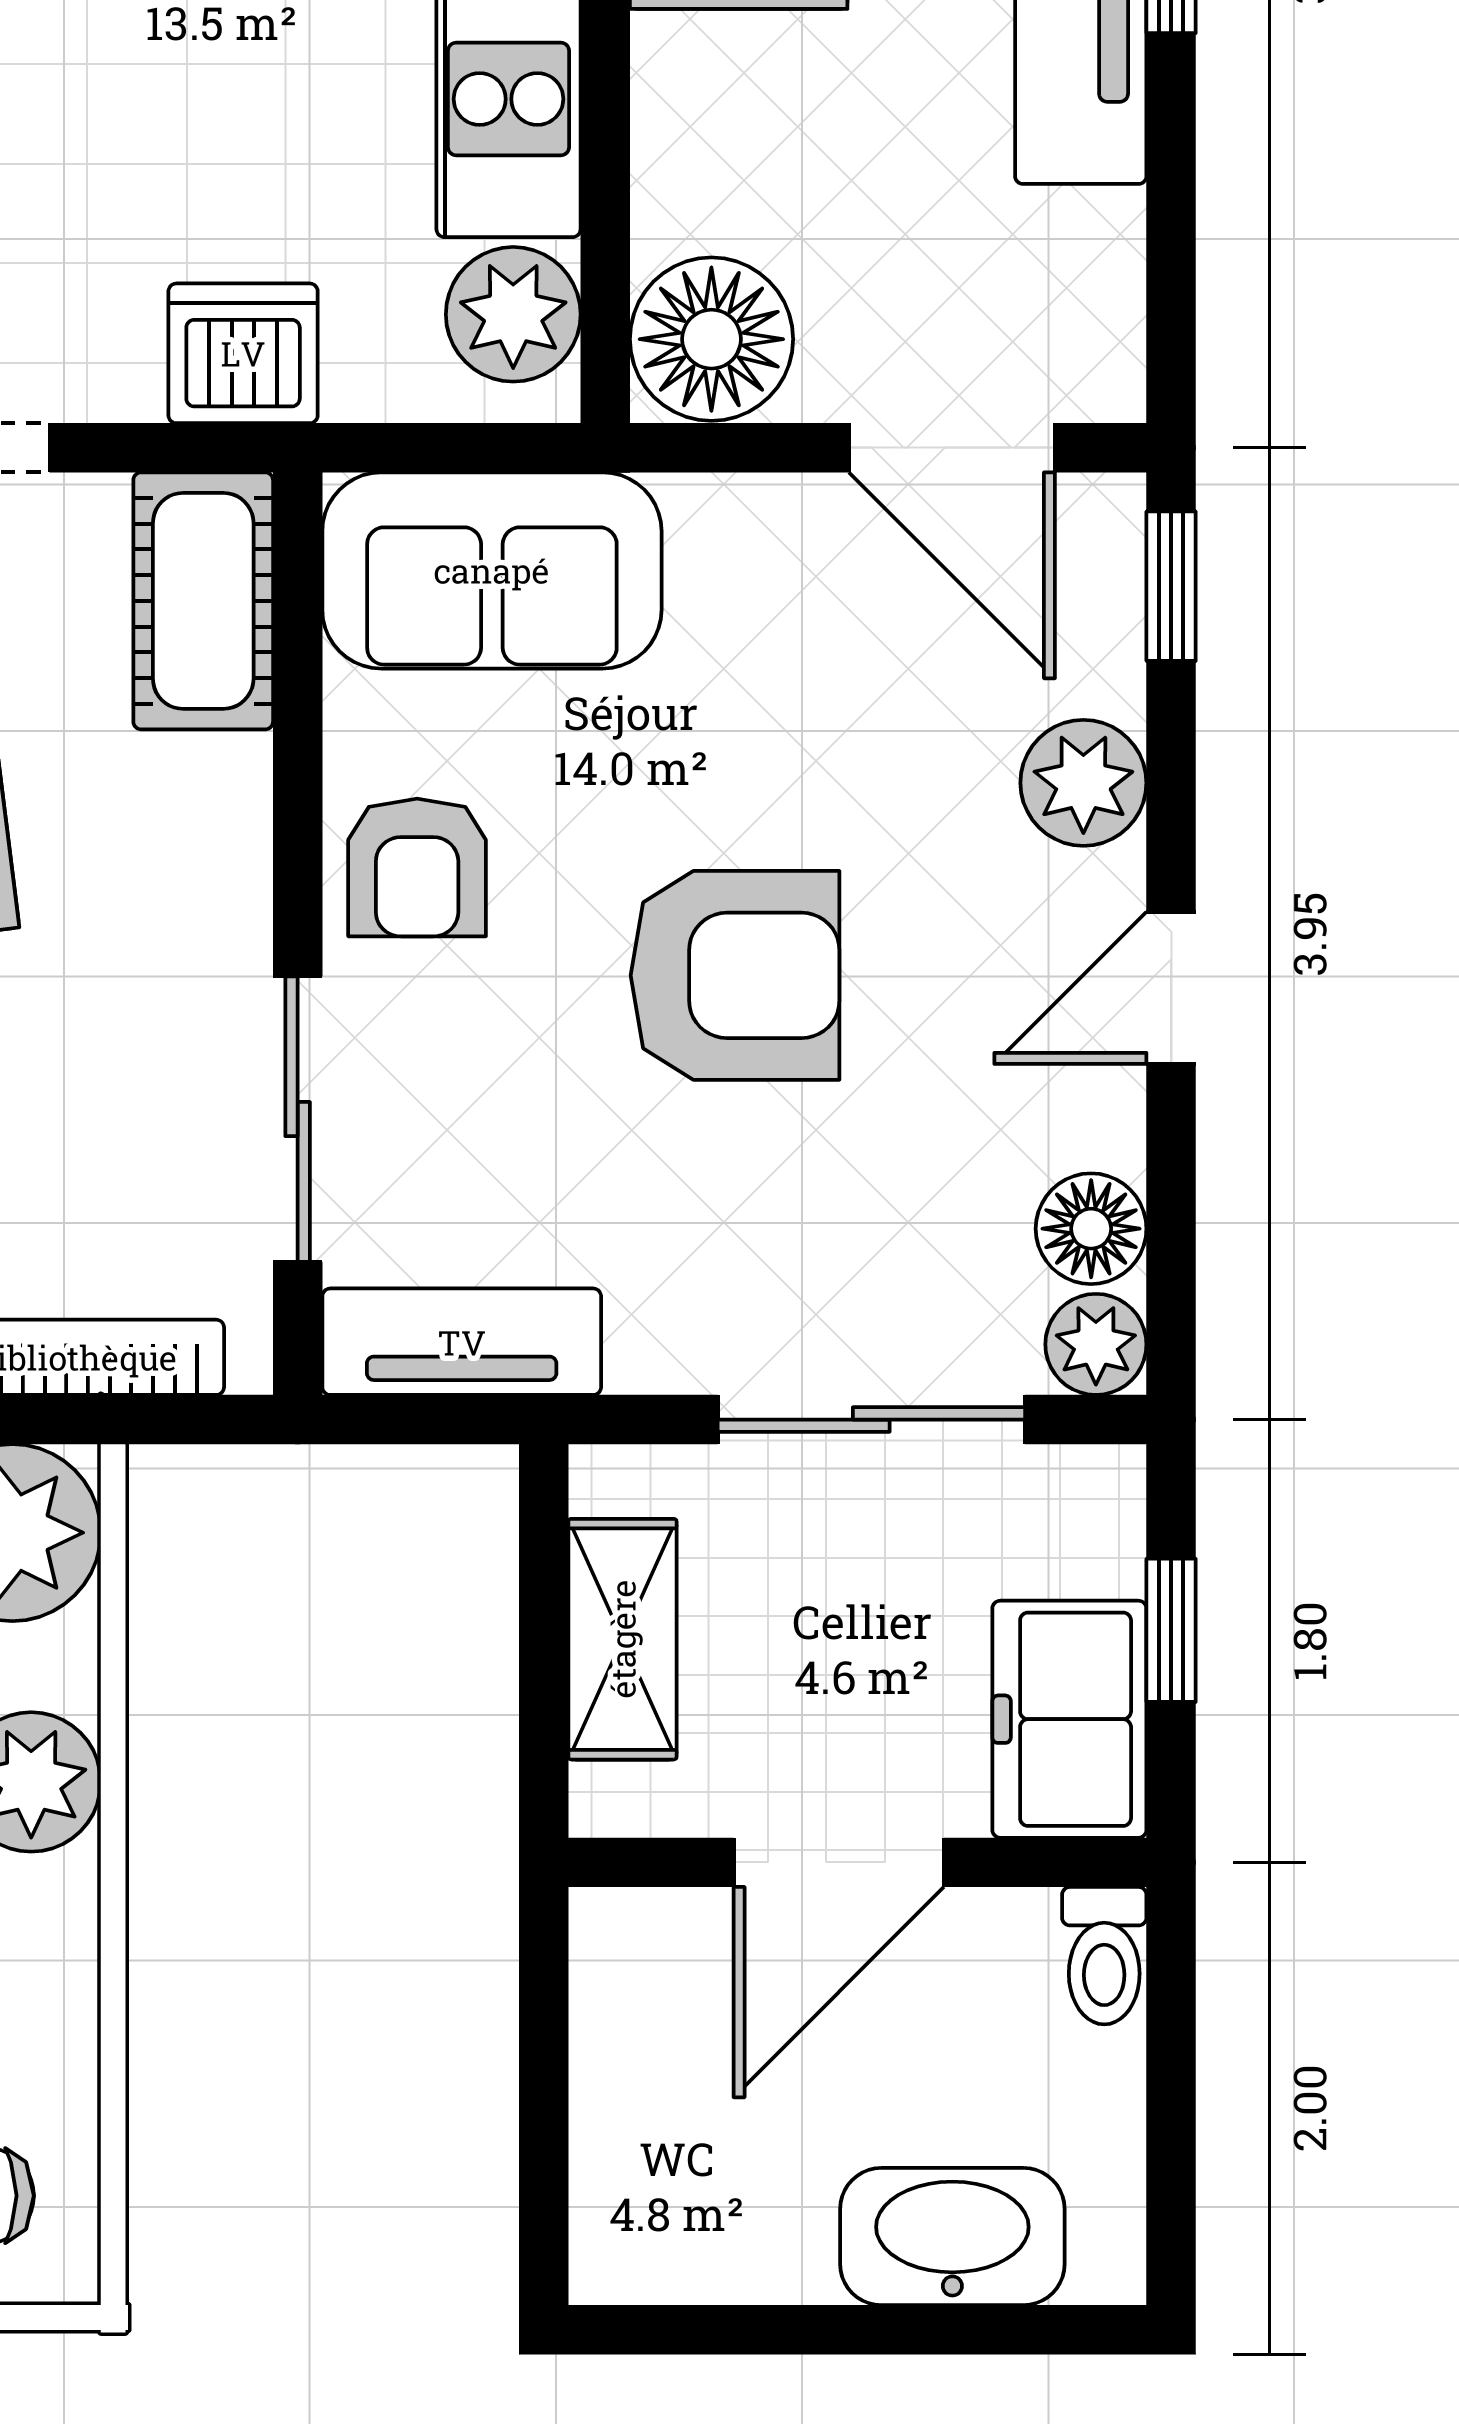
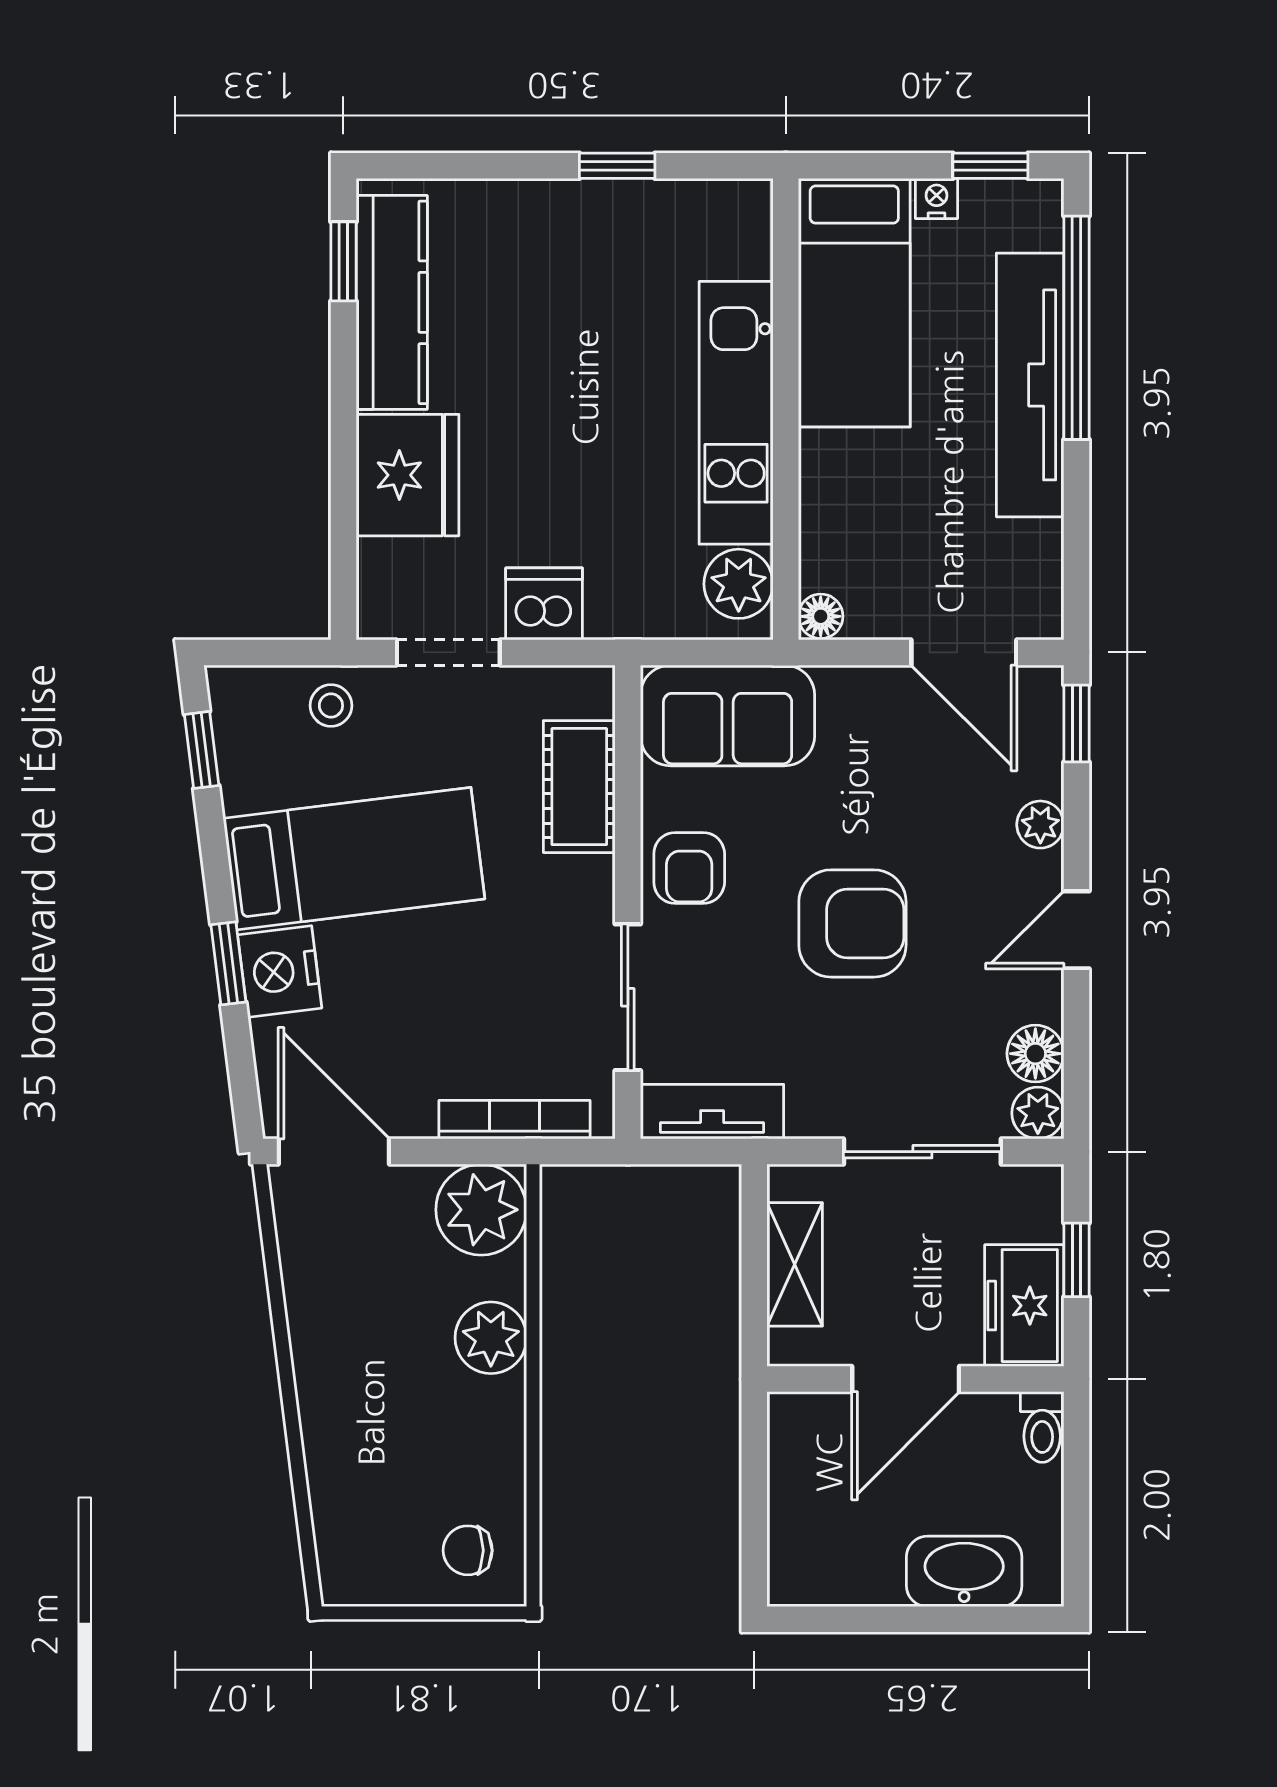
floor lamp: (711, 339) -> (821, 616), width x0.53, depth x0.53
dishwasher: (243, 353) -> (544, 604), moved
cot: (203, 601) -> (579, 787), moved
plant: (1083, 783) -> (1040, 825), width x0.73, depth x0.73

